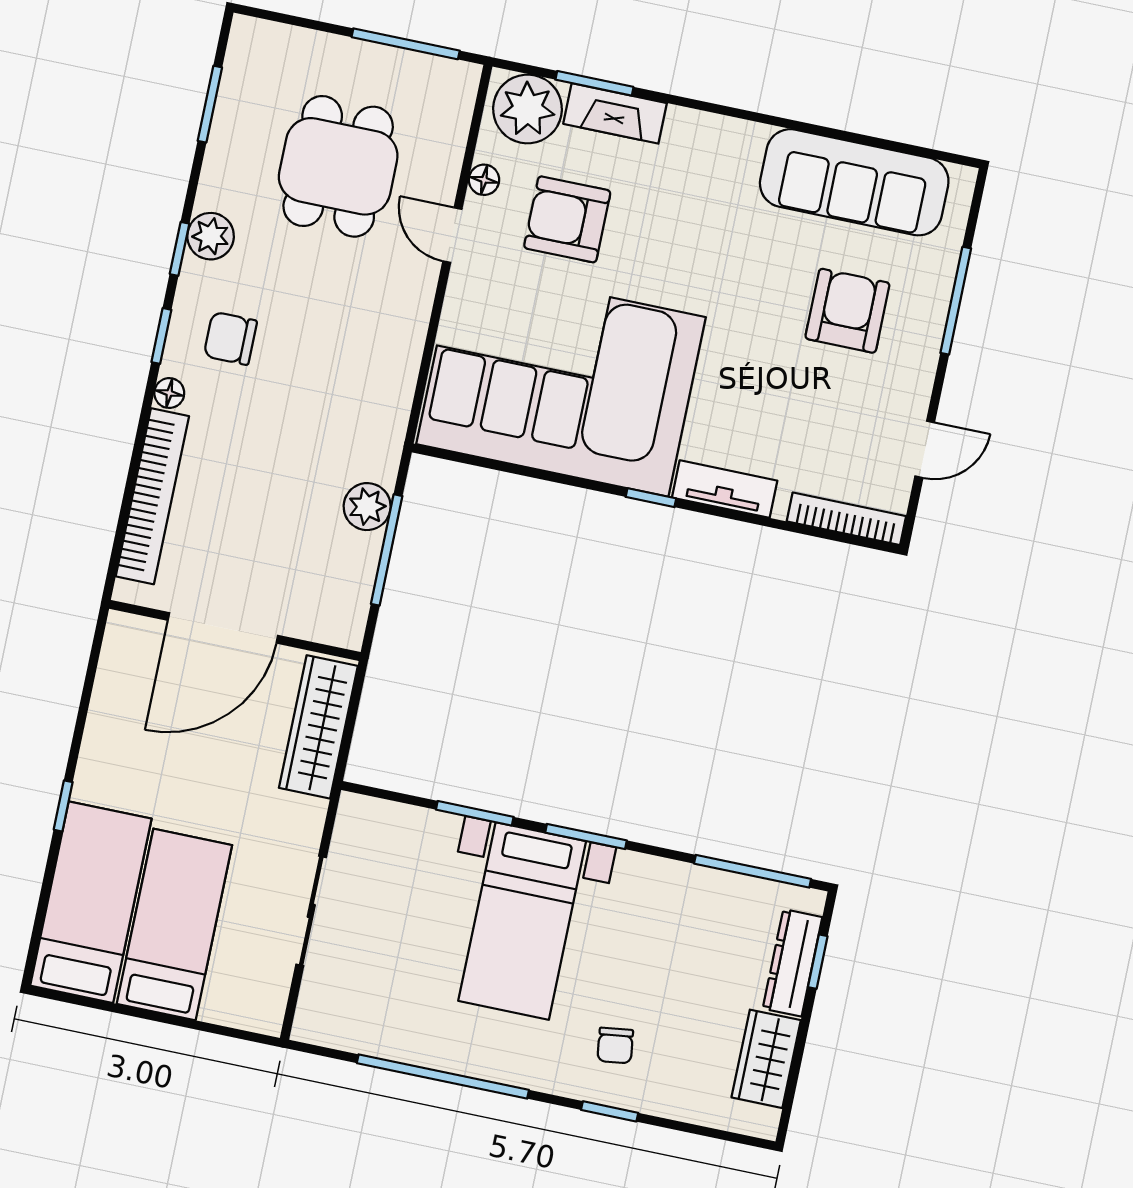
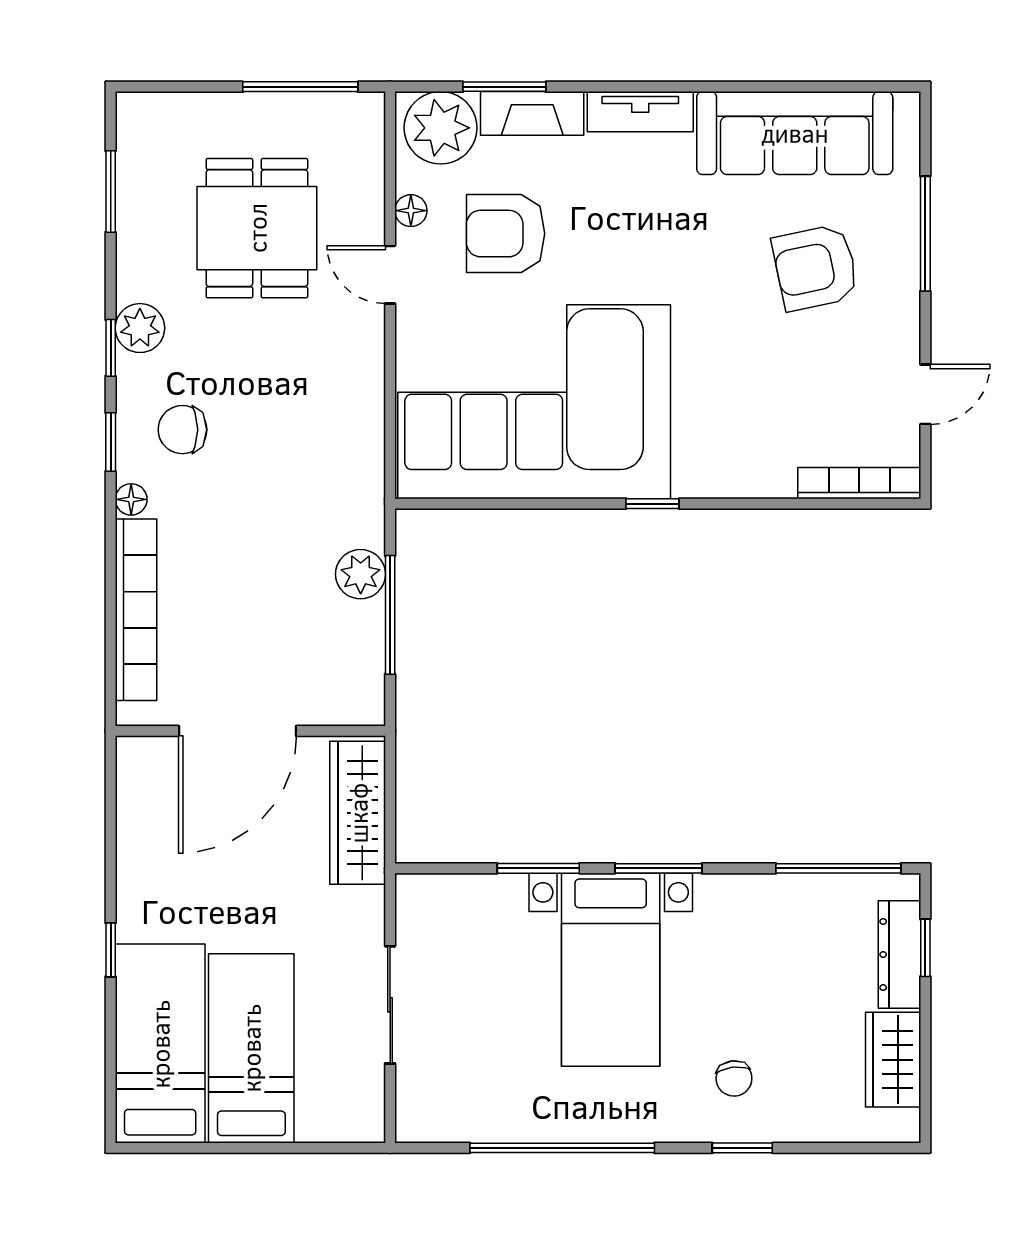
armchair: (847, 311) -> (815, 268), turned -102
tv unit: (725, 489) -> (640, 112), moved, turned 180

